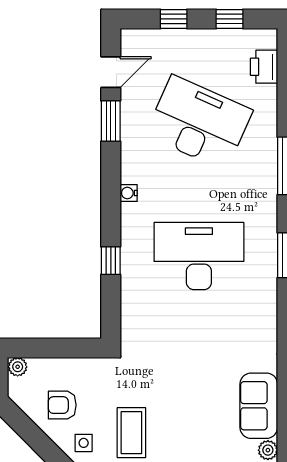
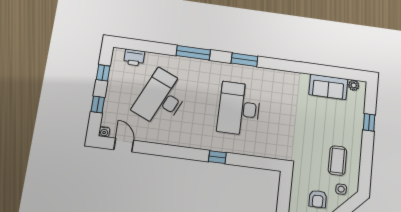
window: (111, 121) -> (153, 149), removed
water cooler: (129, 193) -> (104, 132), moved
window: (111, 261) -> (217, 157), moved
coffee table: (131, 433) -> (337, 161), turned 90

